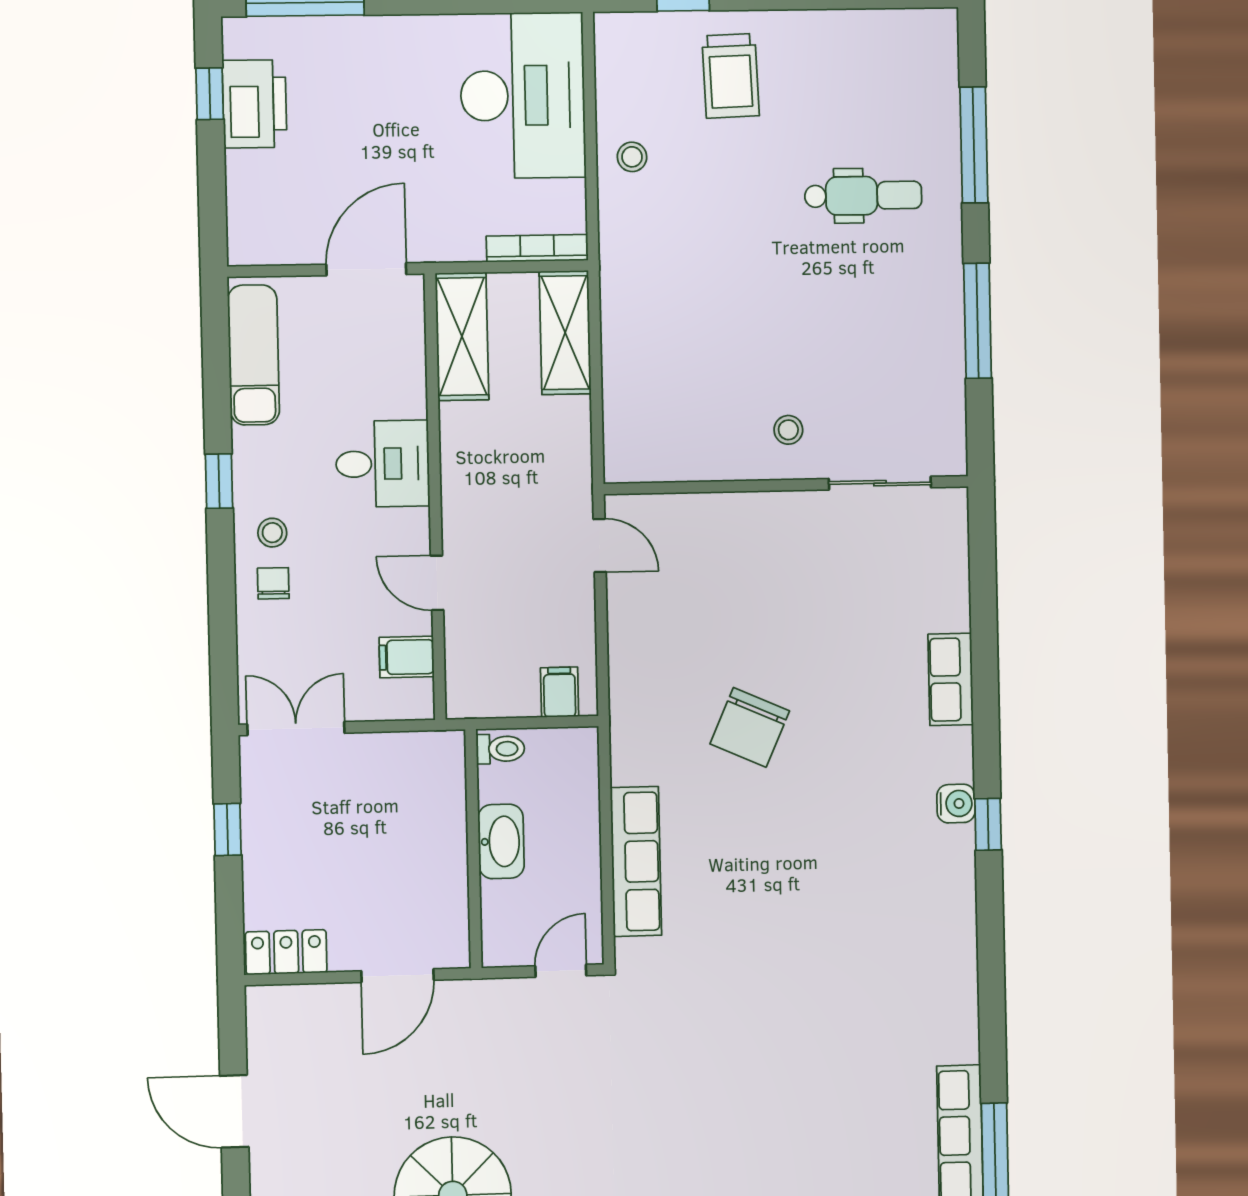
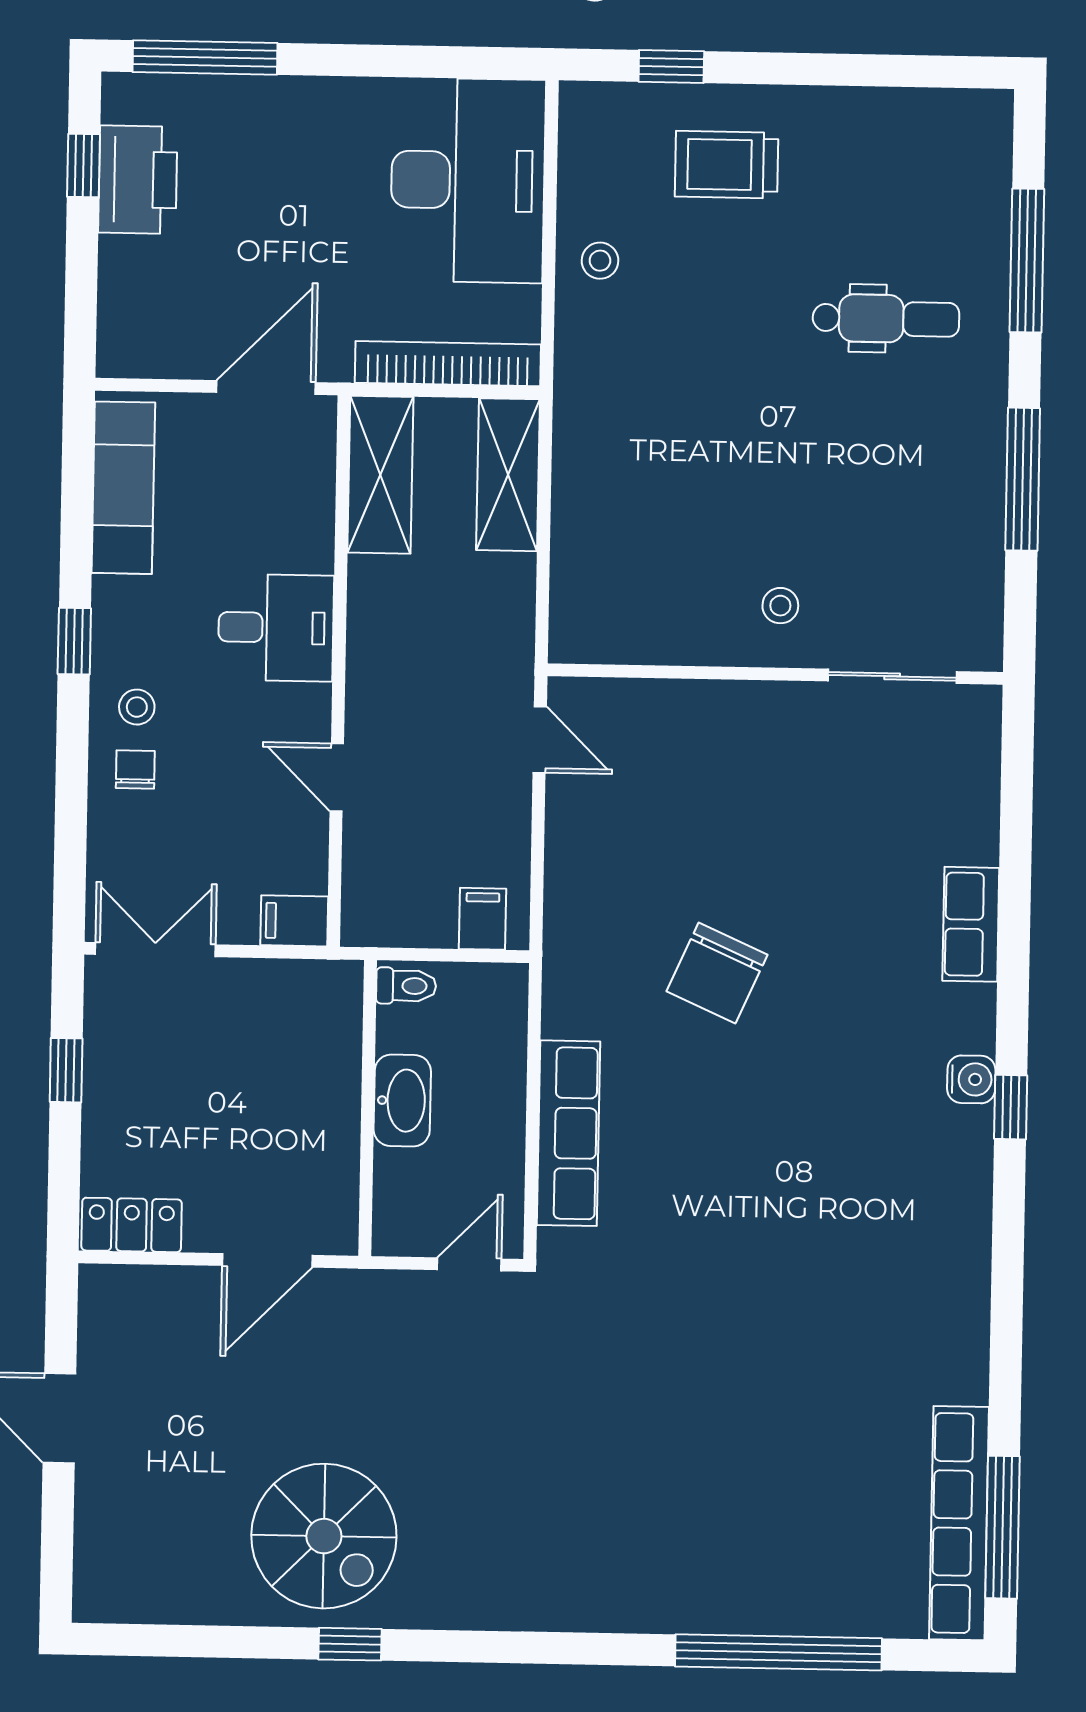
trolley: (731, 76) -> (727, 165), turned 92
bookcase: (537, 248) -> (448, 364), width x1.48, depth x1.31
filing cabinet: (407, 657) -> (294, 921), moved

